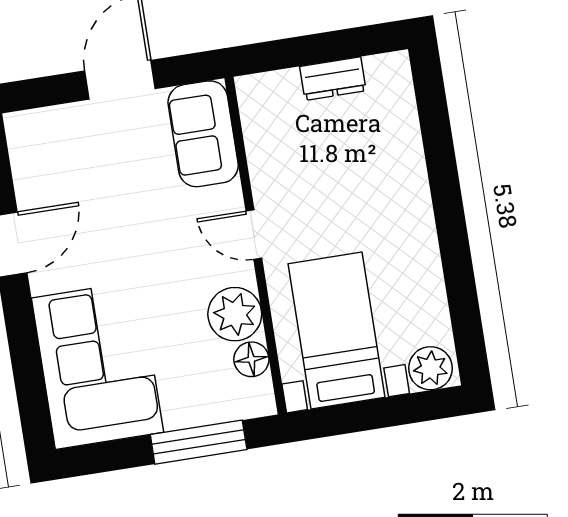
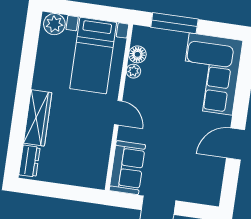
dresser: (333, 79) -> (29, 161), moved, turned 90
wardrobe: (407, 176) -> (38, 118), added
plant: (235, 314) -> (133, 71), width x0.53, depth x0.53

